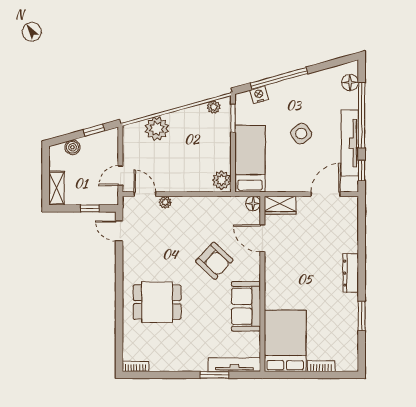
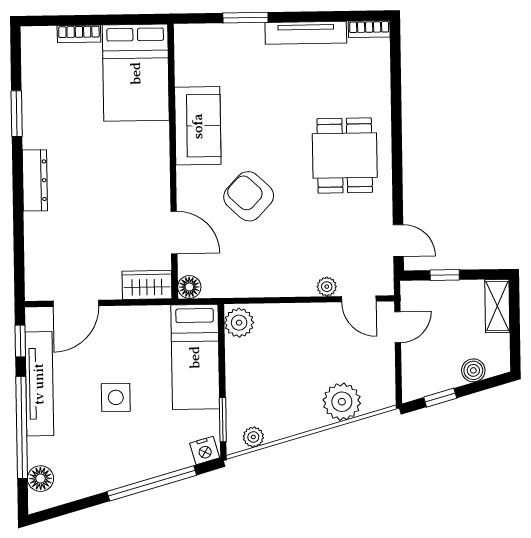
nightstand: (259, 95) -> (205, 450), moved
side table: (301, 134) -> (116, 397), turned 38
dining table: (157, 302) -> (345, 156), moved, turned 90
tv unit: (234, 365) -> (306, 33), moved

